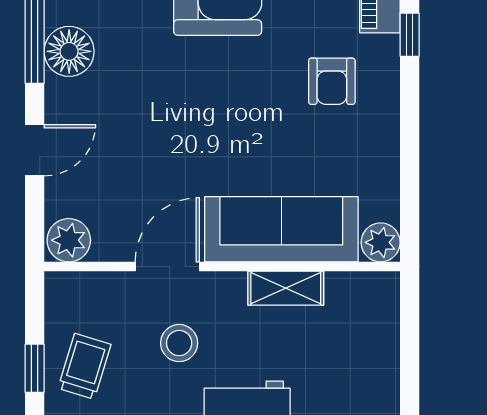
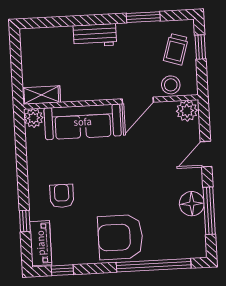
shelving: (286, 288) -> (41, 95), moved
stool: (179, 343) -> (171, 85), moved

